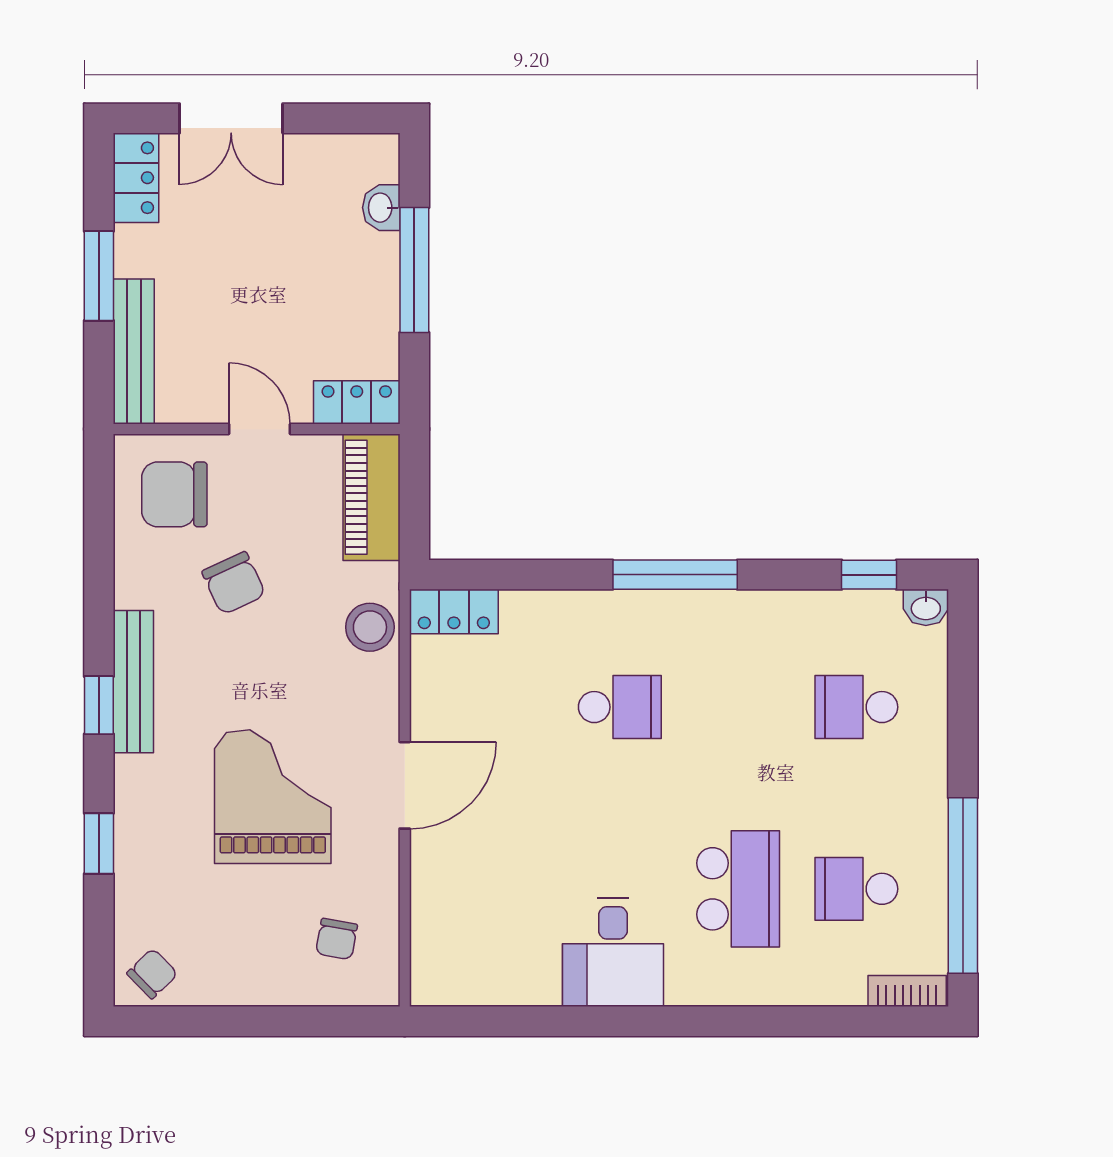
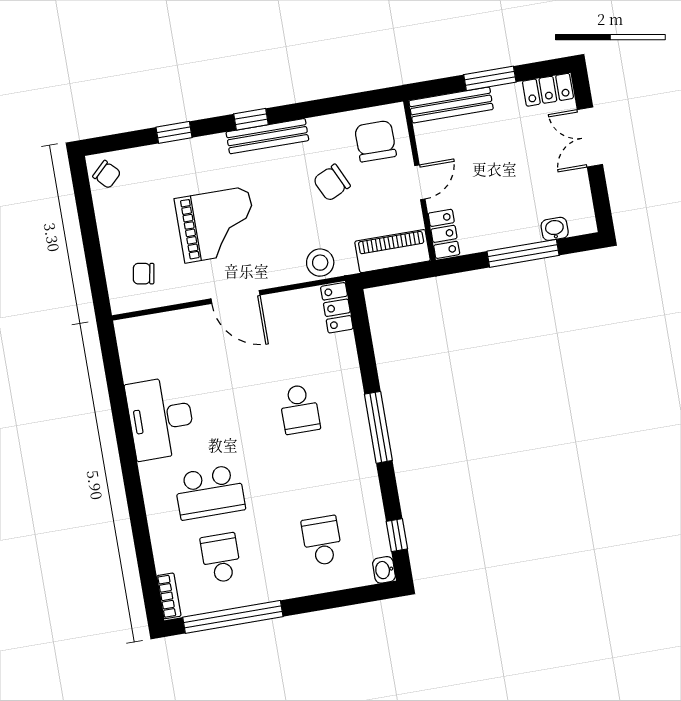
desk: (613, 952) -> (161, 418), width x1.37

